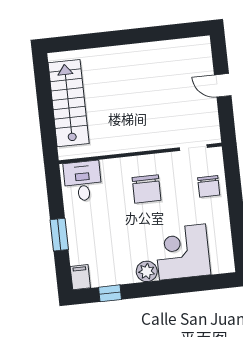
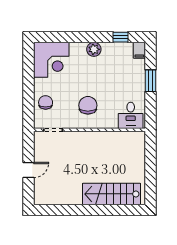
door: (223, 85) -> (29, 170), hinge flipped
stairs: (69, 103) -> (112, 194), moved, turned 90
corner desk: (182, 252) -> (51, 60), moved

